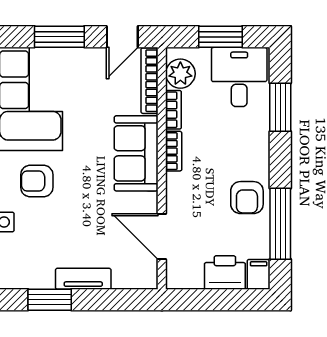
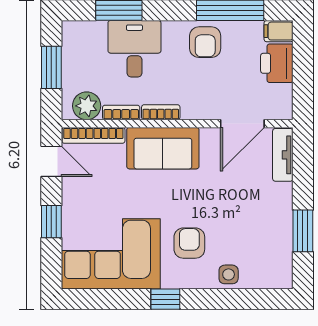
window: (59, 37) -> (51, 222), width x0.67
desk: (239, 77) -> (134, 49), moved, turned 90
armchair: (37, 181) -> (189, 243), turned 180
armchair: (247, 198) -> (205, 42), turned 90
tv unit: (83, 279) -> (283, 155), moved

